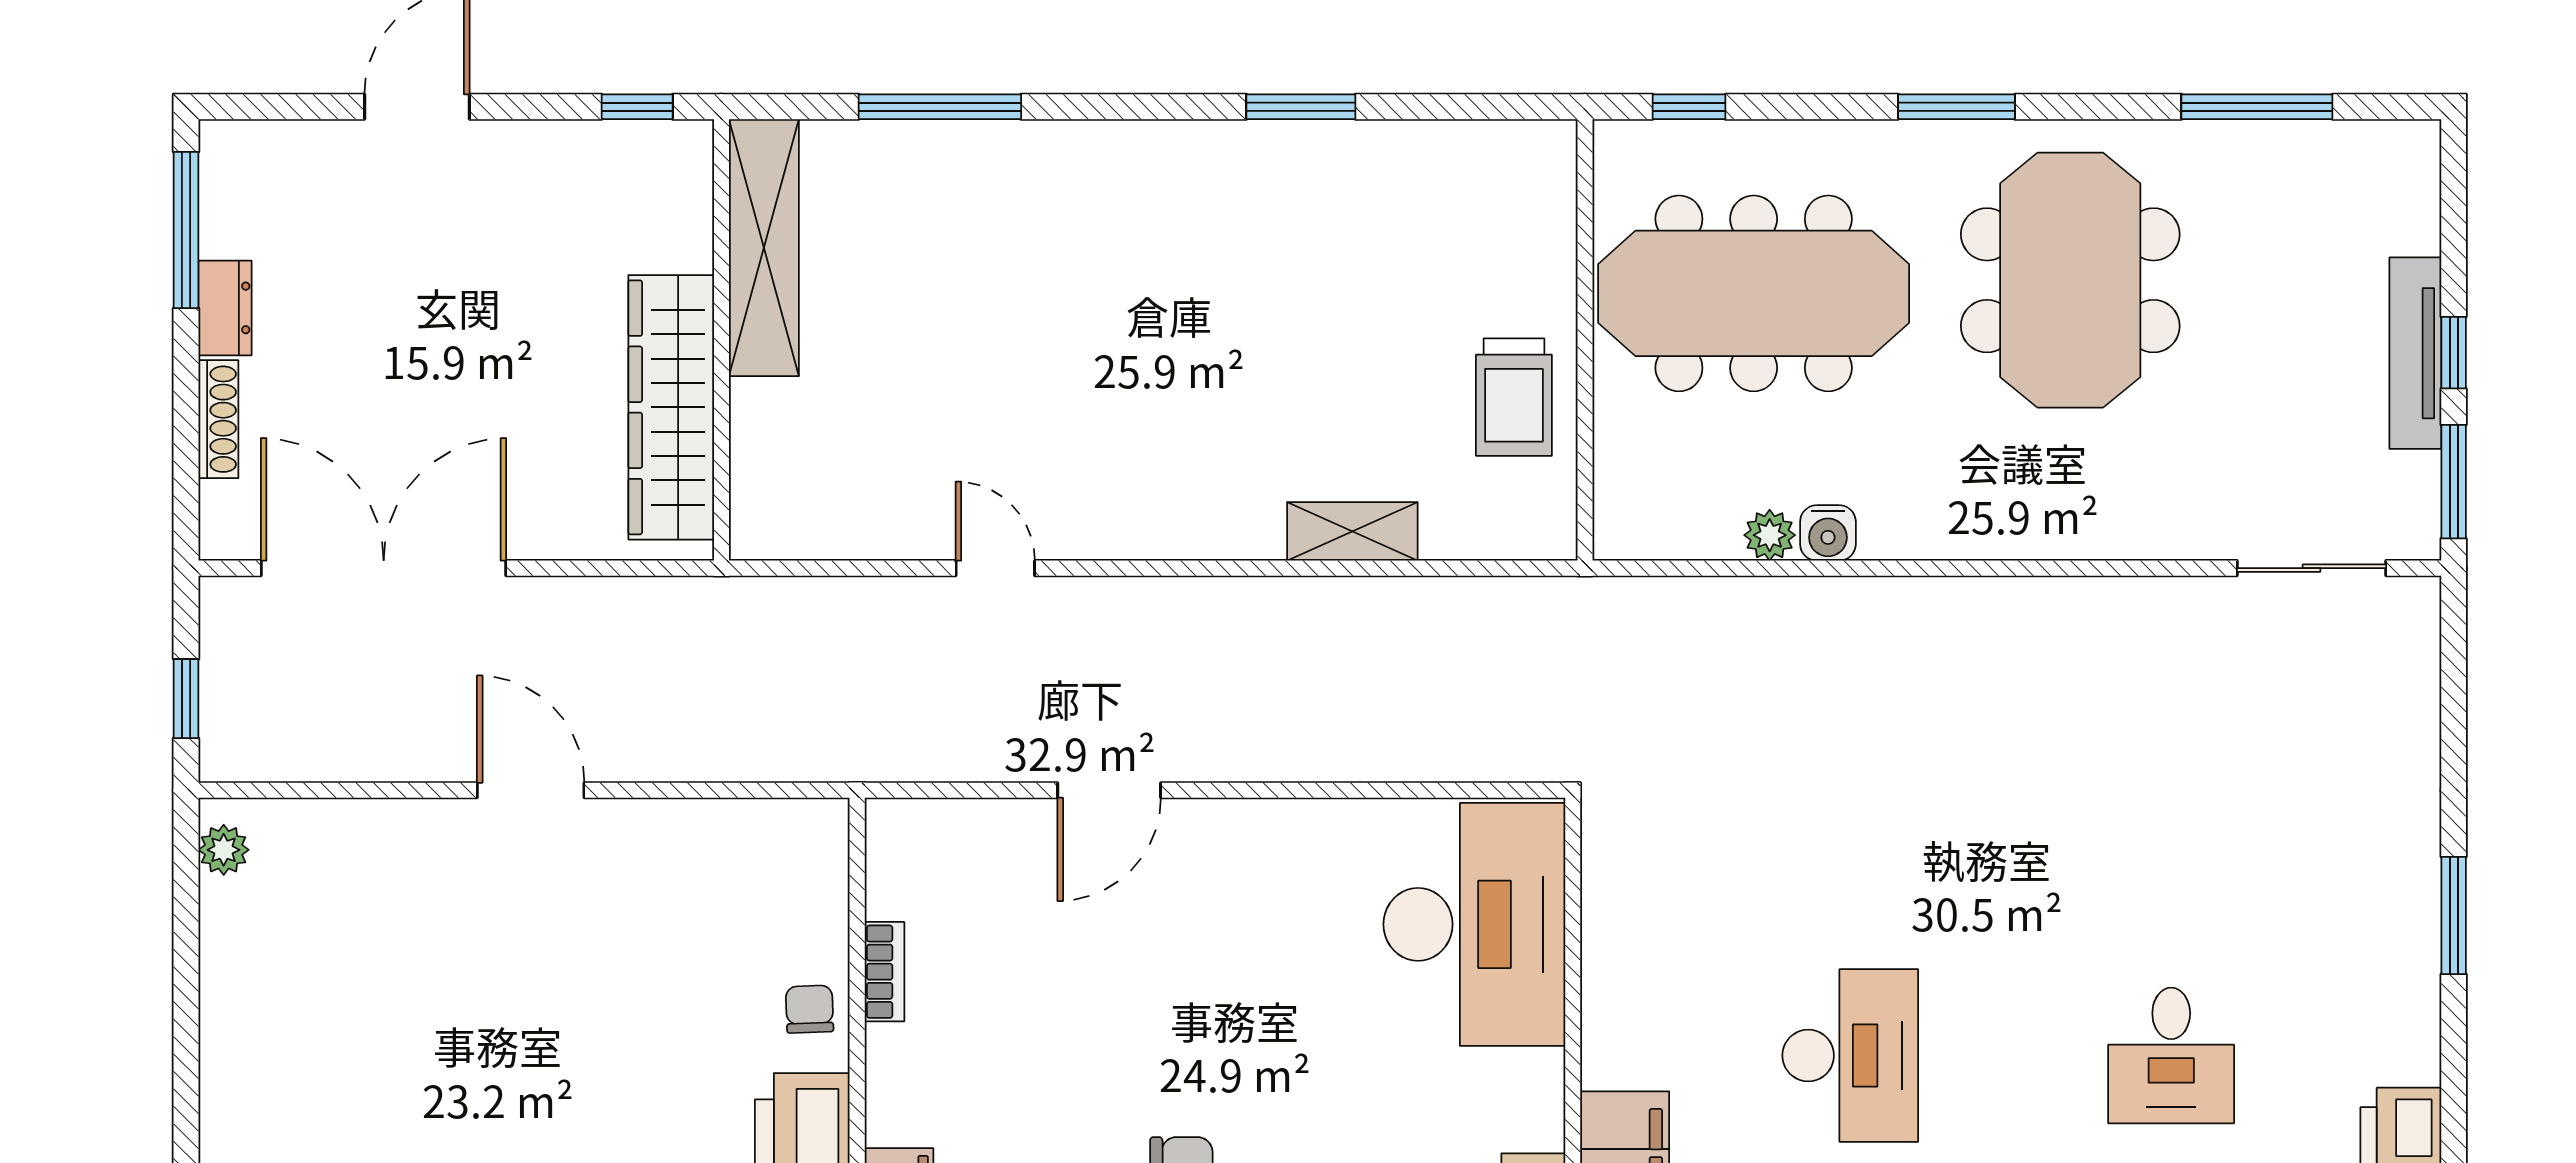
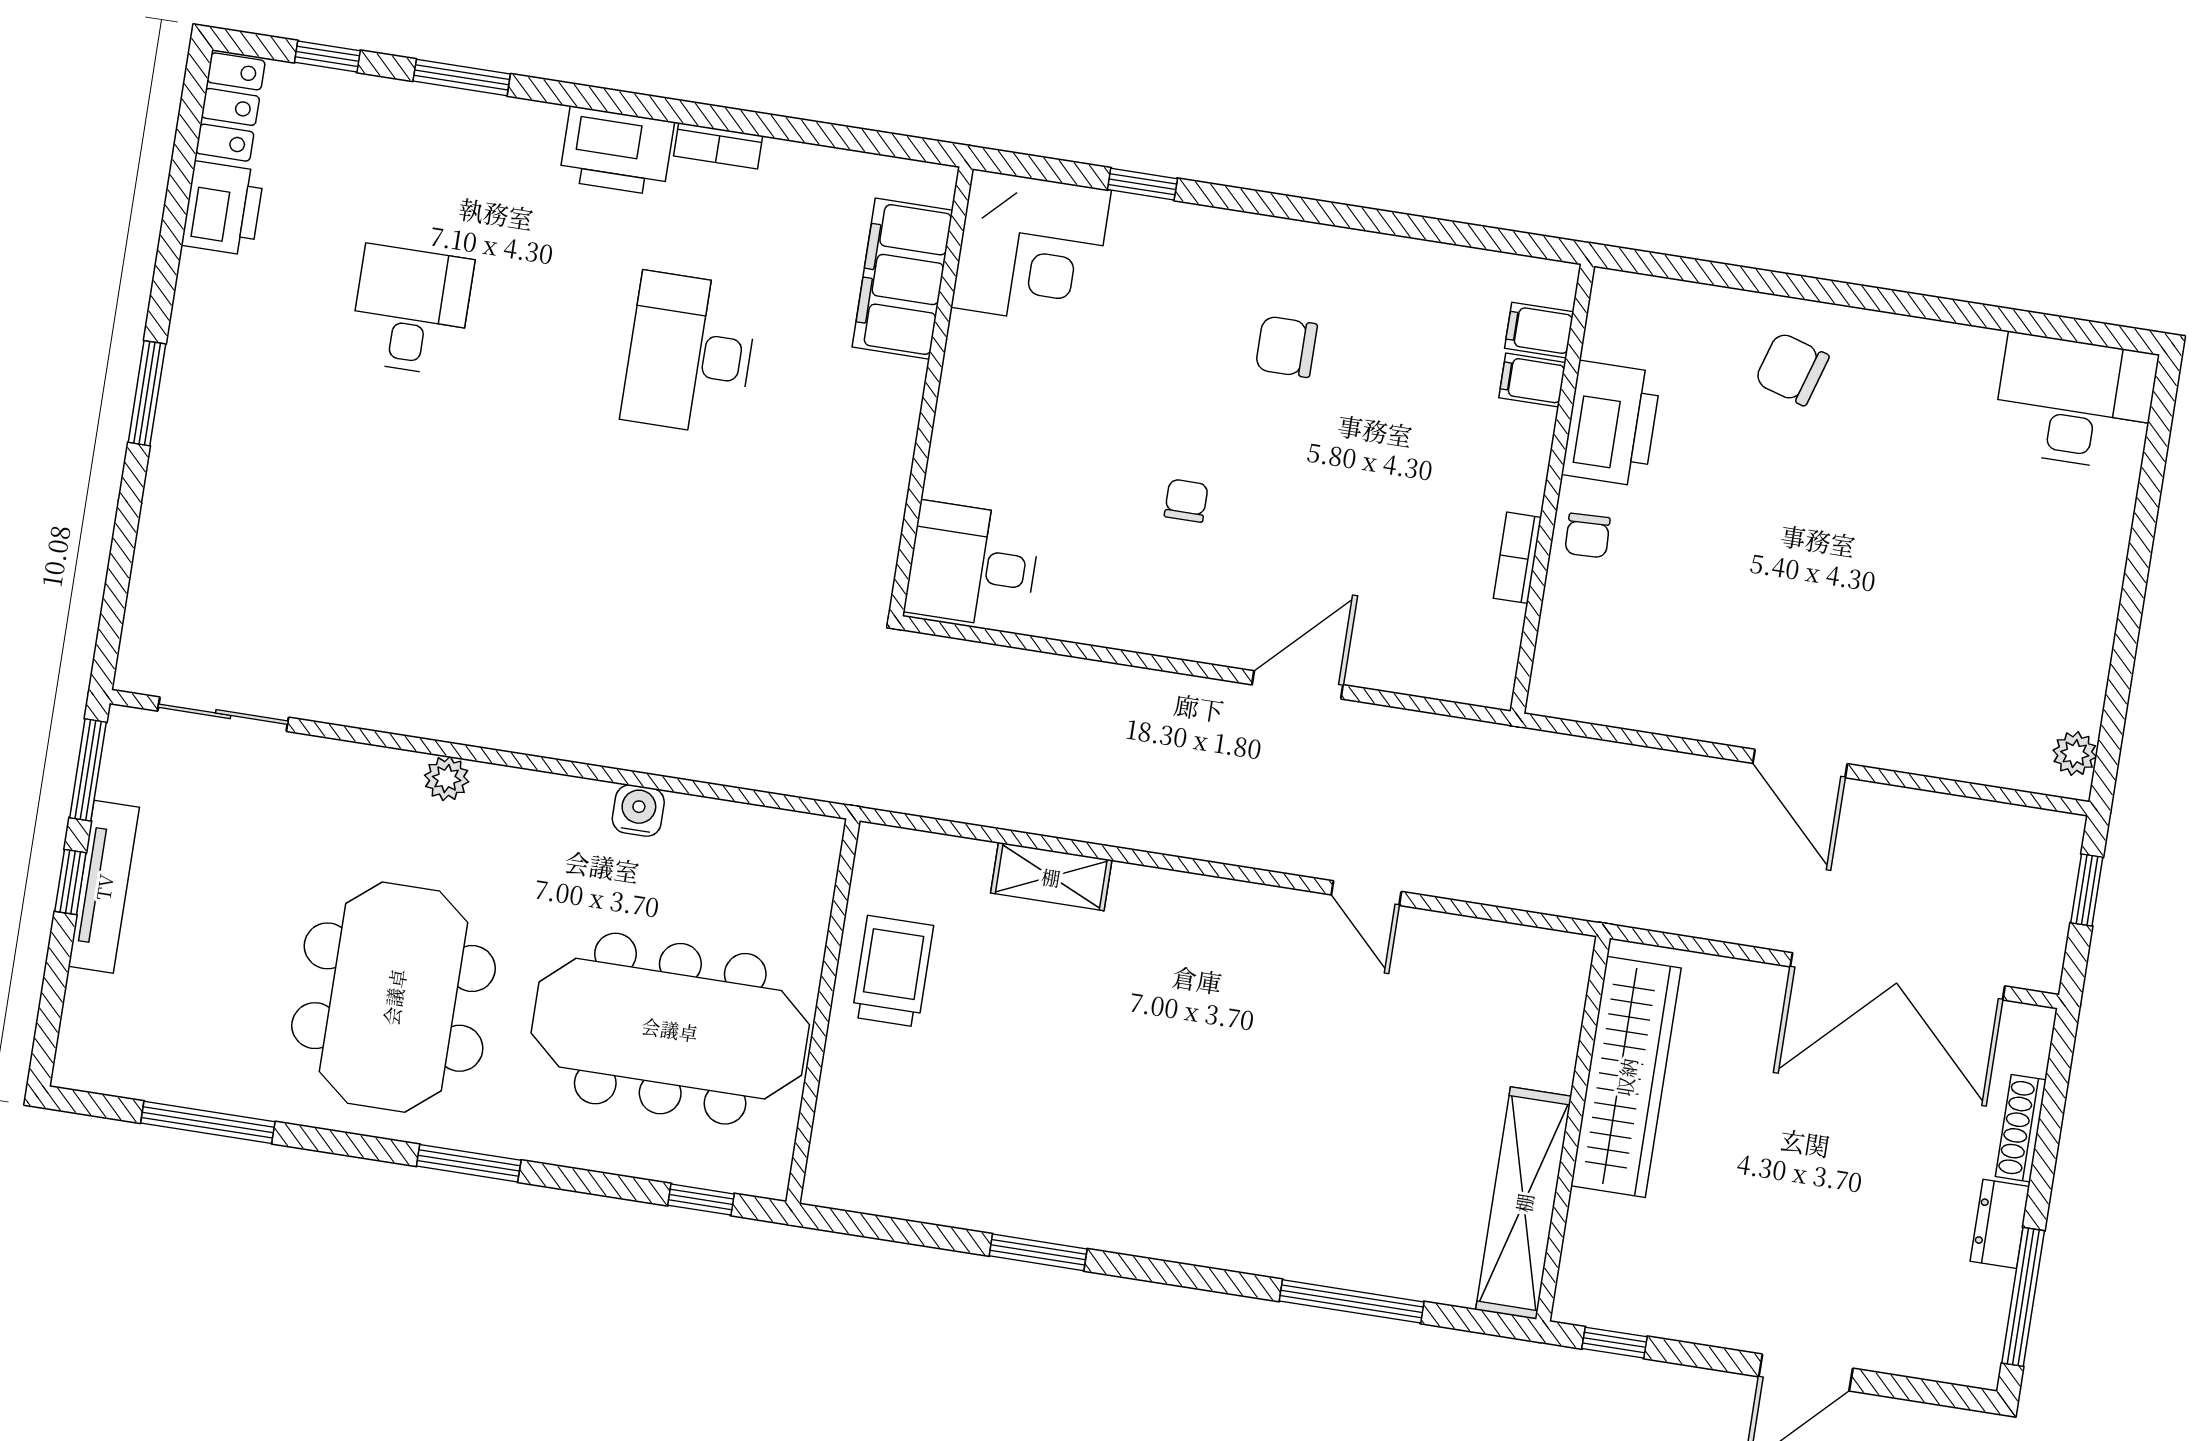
plant: (1770, 535) -> (447, 779), moved
desk: (1474, 924) -> (973, 565), width x0.53, depth x0.77
chair: (1267, 978) -> (1186, 501), added

